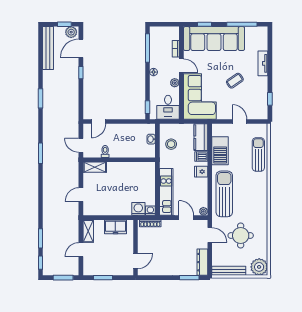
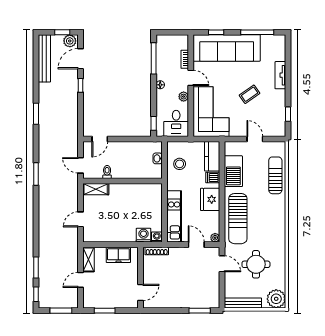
fridge: (201, 172) -> (210, 199), width x1.88, depth x1.34
sun lounger: (224, 194) -> (238, 219), turned 180
dresser: (202, 262) -> (214, 294), removed

